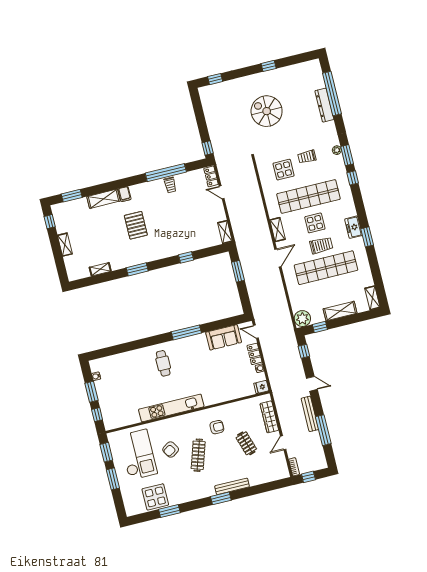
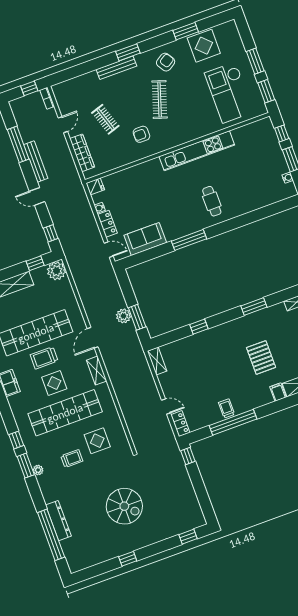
plant: (249, 274) -> (123, 316), added
armchair: (171, 450) -> (166, 62), moved

